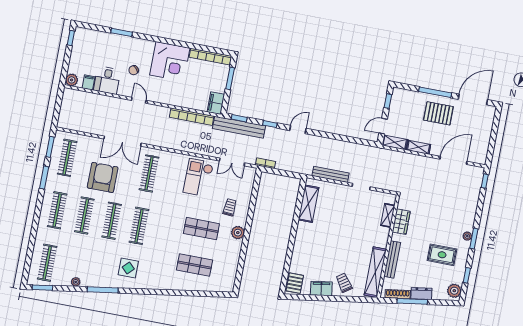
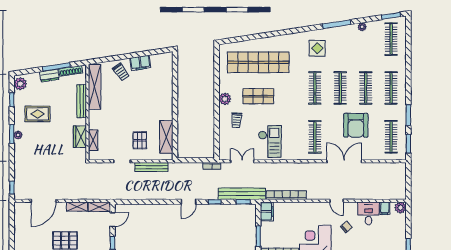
shop shelf: (195, 265) -> (258, 62), width x2.00, depth x1.36
pallet: (295, 283) -> (140, 140), moved

